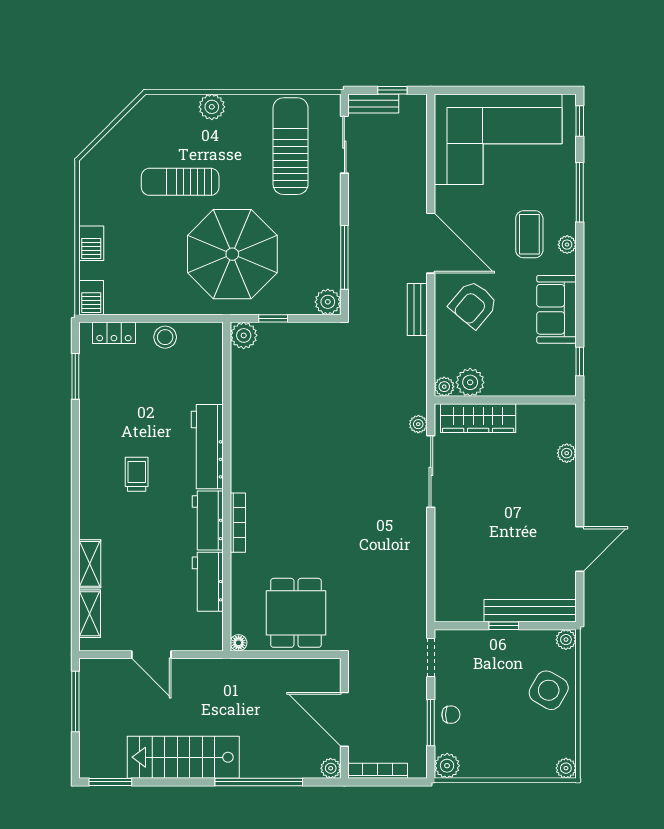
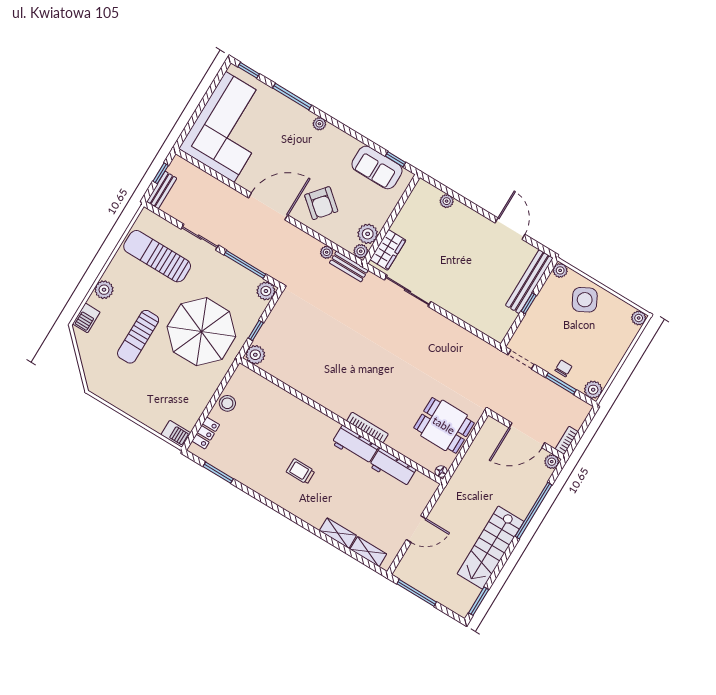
sliding door: (344, 145) -> (200, 237), moved
coffee table: (529, 234) -> (299, 143), removed
barbecue: (91, 243) -> (86, 318), moved, turned 90
sofa: (556, 309) -> (377, 167), moved
bench: (417, 310) -> (349, 267), moved
wardrobe: (478, 418) -> (388, 250), width x0.67
plant: (418, 424) -> (327, 252), moved
workbench: (207, 447) -> (310, 418), removed
side table: (549, 690) -> (585, 300), turned 32
bookcase: (378, 771) -> (567, 440), width x0.64

